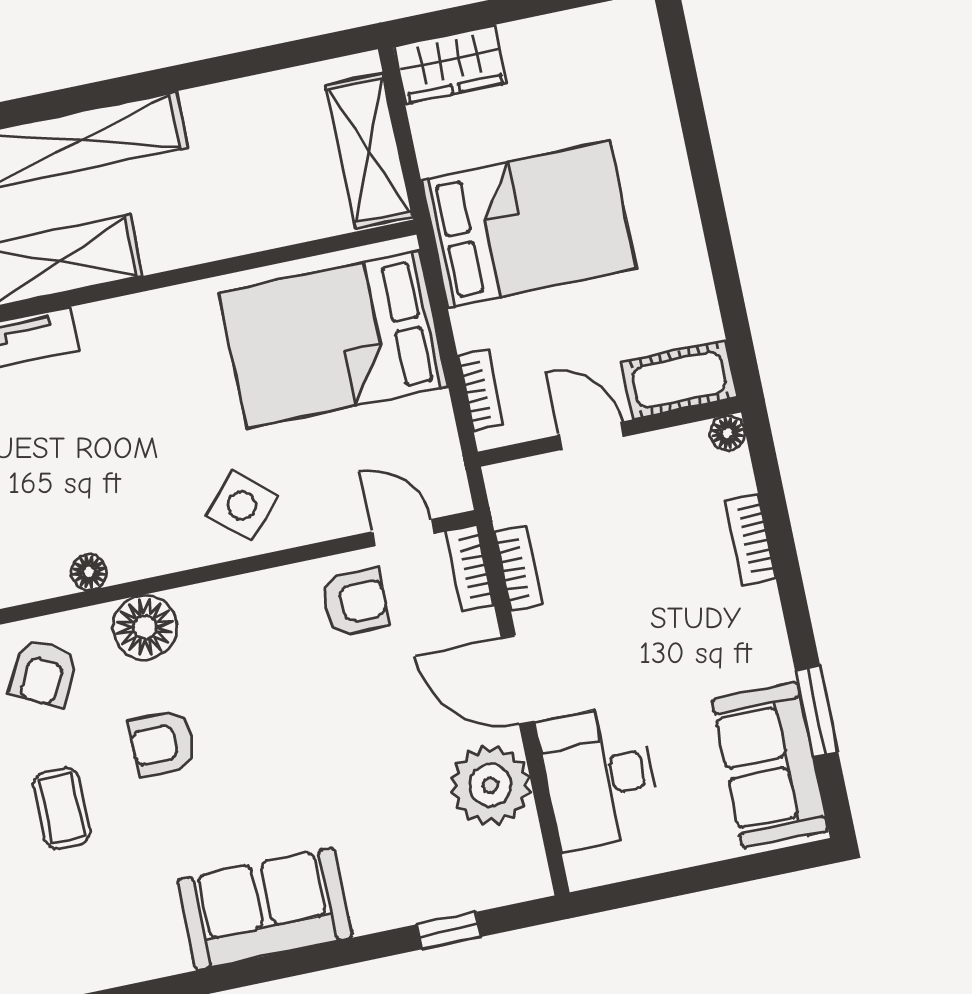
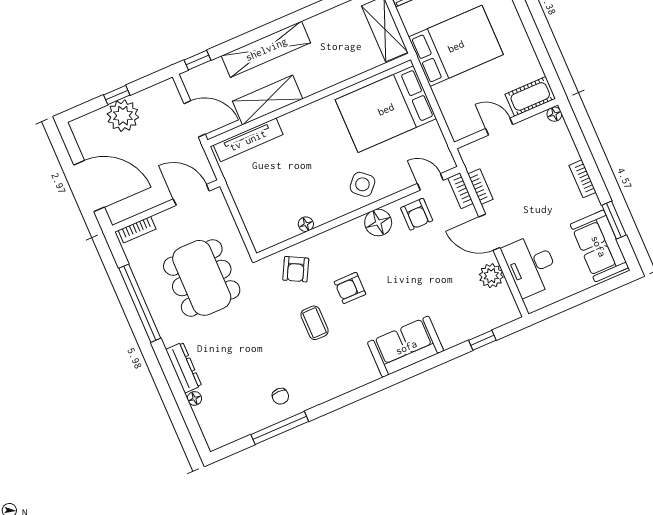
bookcase: (480, 390) -> (450, 117), removed
bookcase: (750, 540) -> (583, 179), moved
armchair: (355, 602) -> (417, 214), turned 90
floor lamp: (145, 627) -> (378, 223), moved
plant: (490, 785) -> (491, 276), width x0.73, depth x0.73

